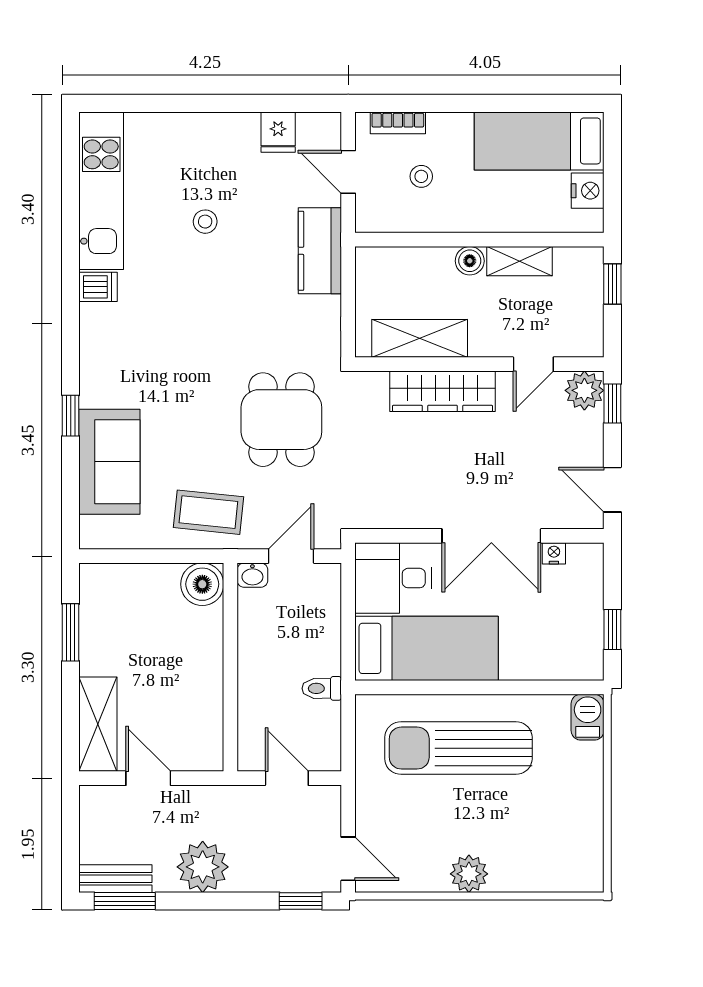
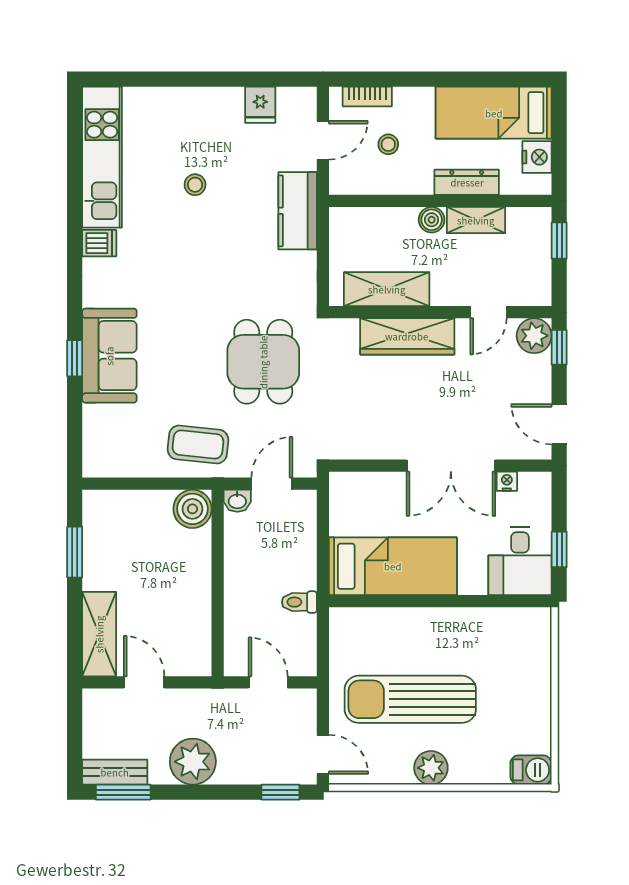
door: (348, 172) -> (323, 140), swing flipped
dresser: (509, 219) -> (467, 182), added
sofa: (109, 462) -> (109, 356), moved
desk: (393, 578) -> (520, 561), moved, turned -90
barbecue: (588, 717) -> (531, 770), moved, turned 90
sun lounger: (458, 748) -> (410, 699), moved

